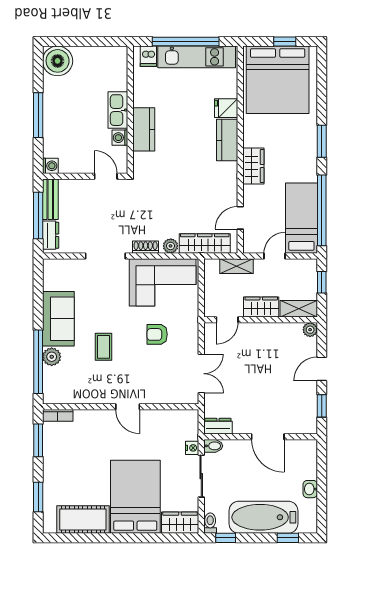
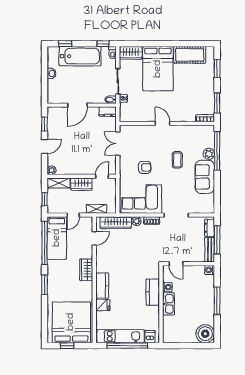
door: (268, 437) -> (77, 105), swing flipped

